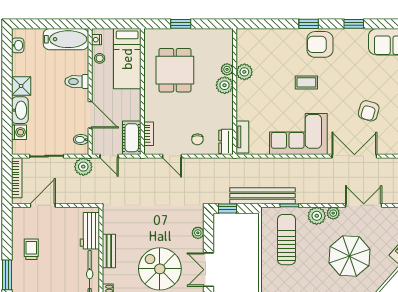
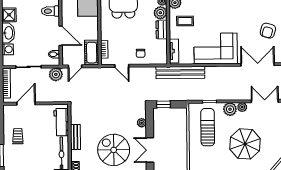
coffee table: (306, 82) -> (185, 21), moved
dresser: (226, 142) -> (162, 30), moved
door: (109, 156) -> (75, 66), hinge flipped
bench: (262, 196) -> (180, 72), moved
parasol: (350, 256) -> (245, 144), moved

